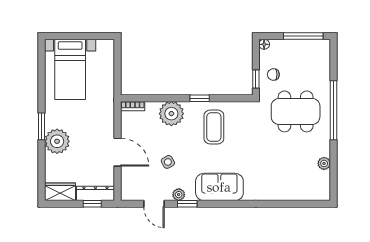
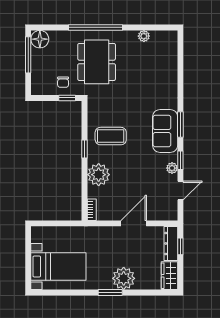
floor lamp: (264, 44) -> (40, 39), moved, width x1.89, depth x1.89
side table: (168, 162) -> (142, 178), removed
window: (227, 204) -> (180, 125), added

